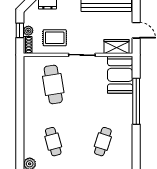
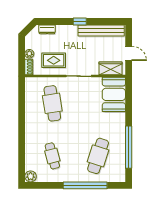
window: (20, 30) -> (22, 53), removed
window: (136, 101) -> (129, 147), moved
cafe table: (103, 142) -> (98, 156), width x1.37, depth x1.35

